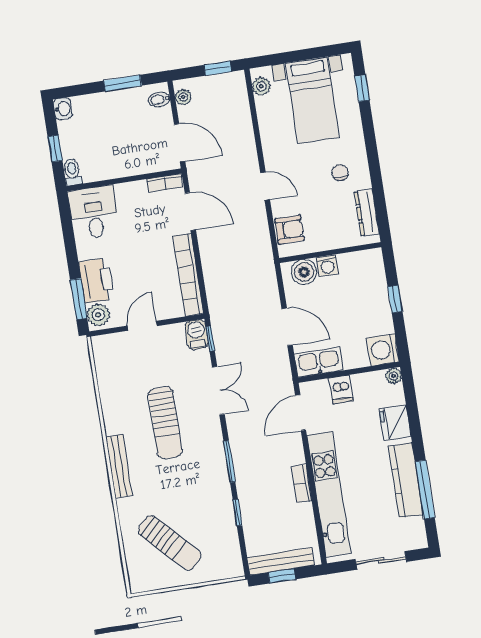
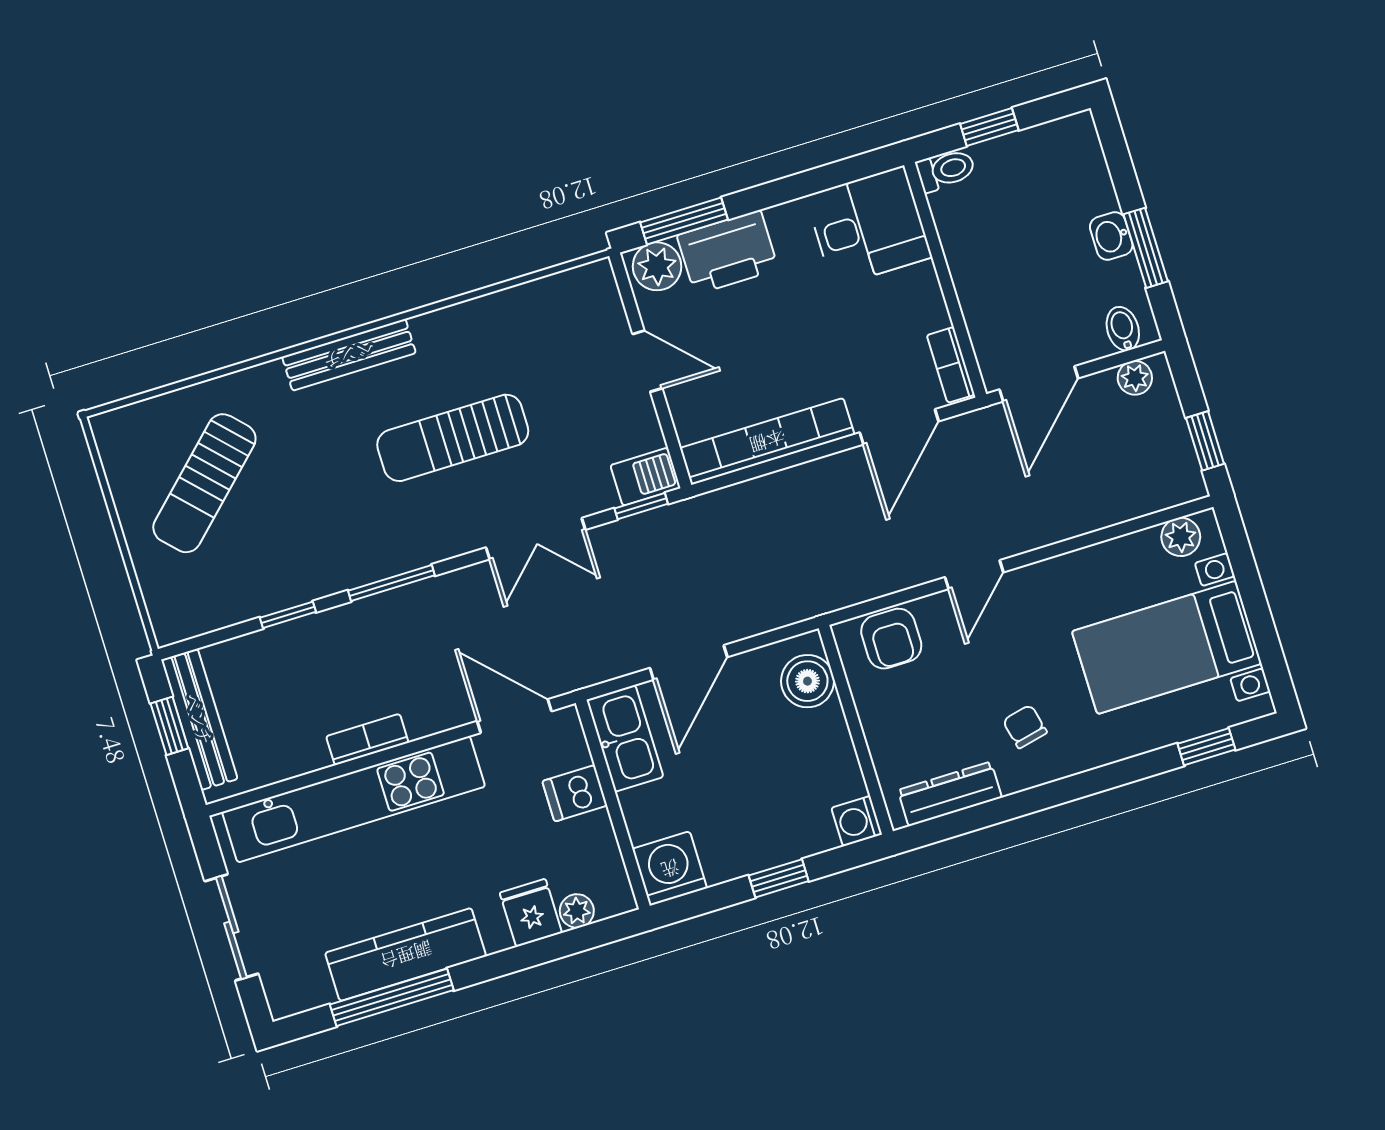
washbasin: (63, 109) -> (1111, 236), moved, turned 90
chair: (340, 173) -> (1025, 726), turned -106
washing machine: (327, 266) -> (857, 821), moved
plant: (393, 376) -> (577, 911), moved
fridge: (395, 423) -> (531, 913), width x0.72

